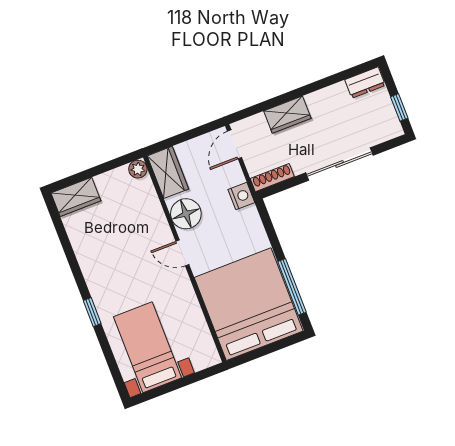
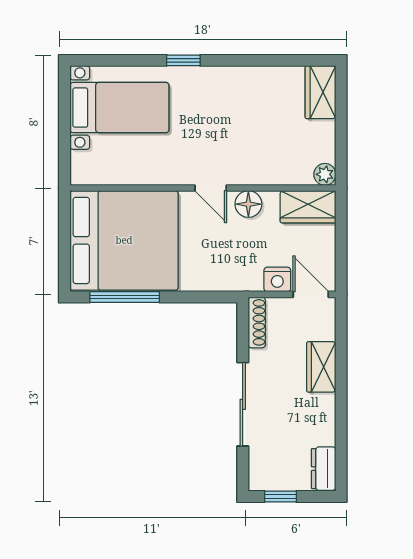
nightstand: (241, 196) -> (277, 279), moved
floor lamp: (186, 214) -> (248, 204), width x0.73, depth x0.73
door: (182, 253) -> (211, 188), swing flipped

